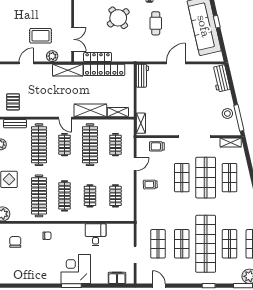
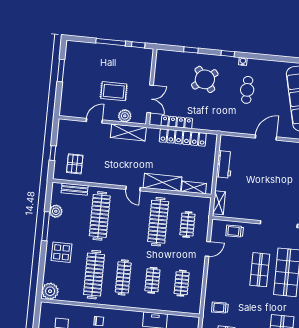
shelving: (68, 70) -> (128, 132), moved
workbench: (142, 76) -> (224, 164), moved
clothes rail: (64, 145) -> (129, 219), removed
trolley: (150, 184) -> (220, 308), moved

